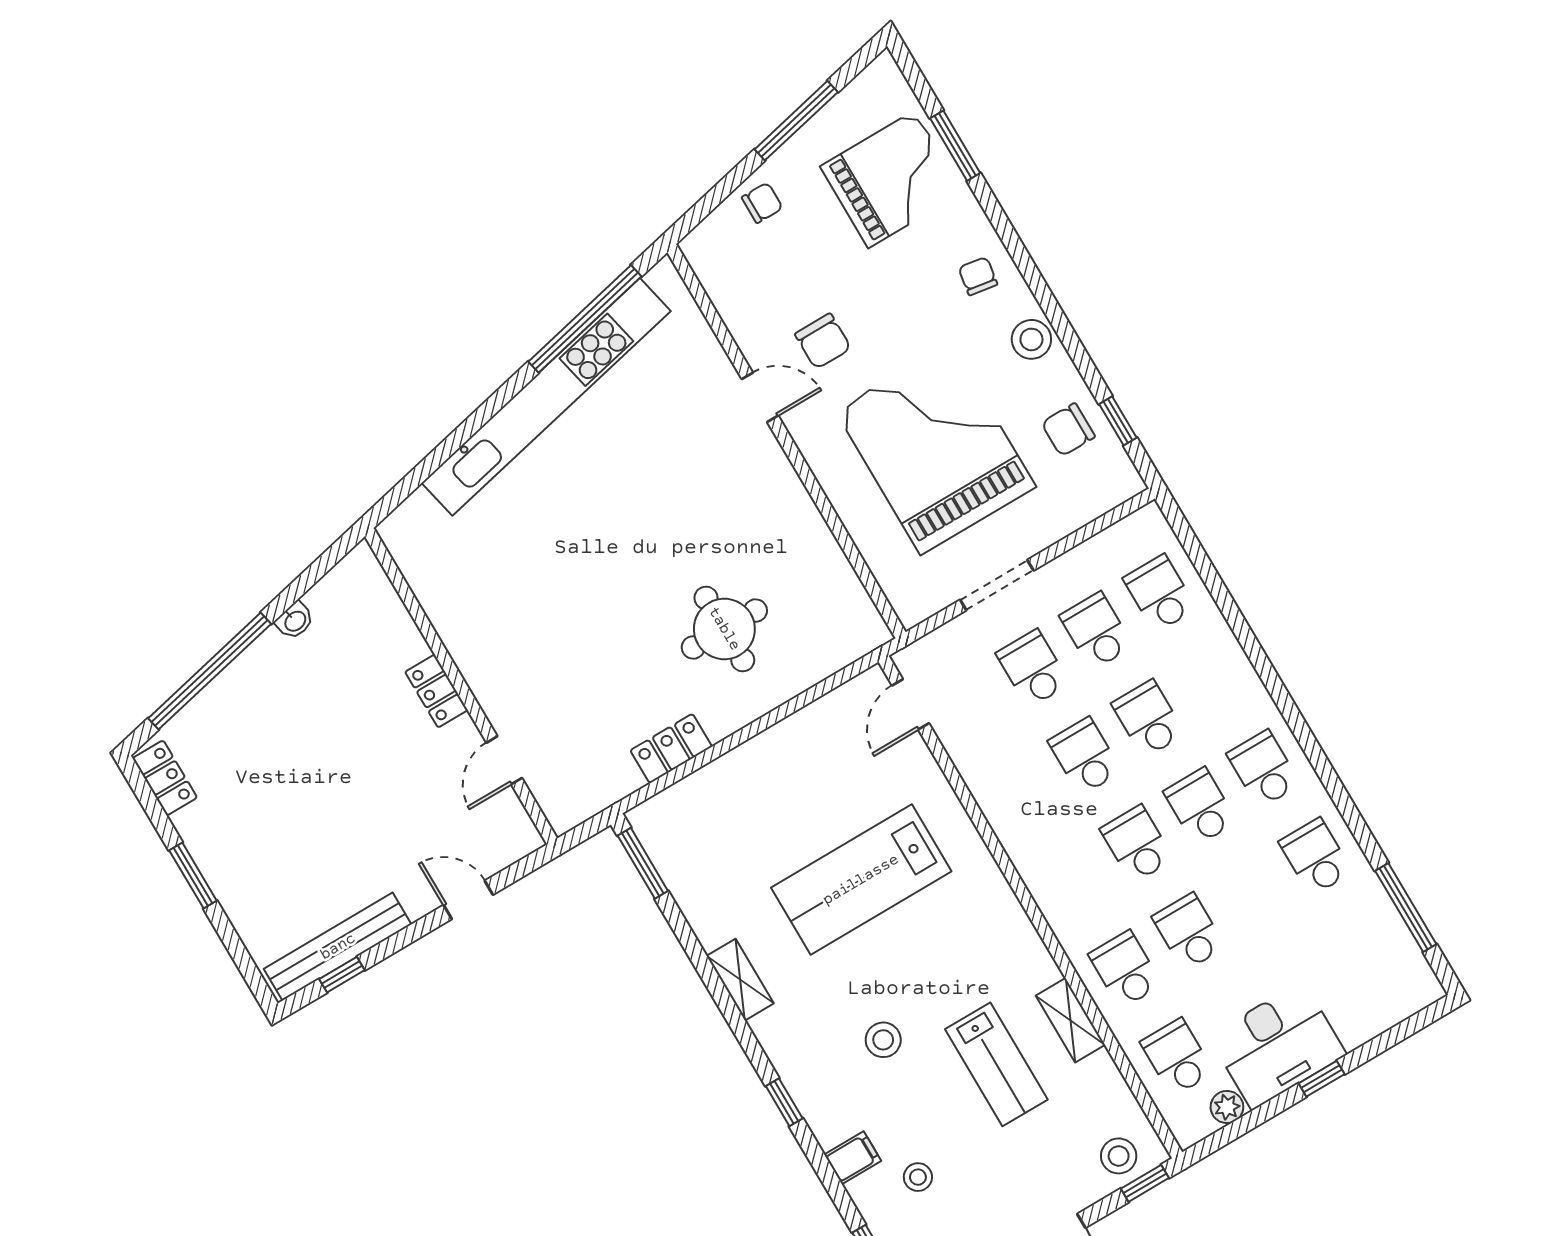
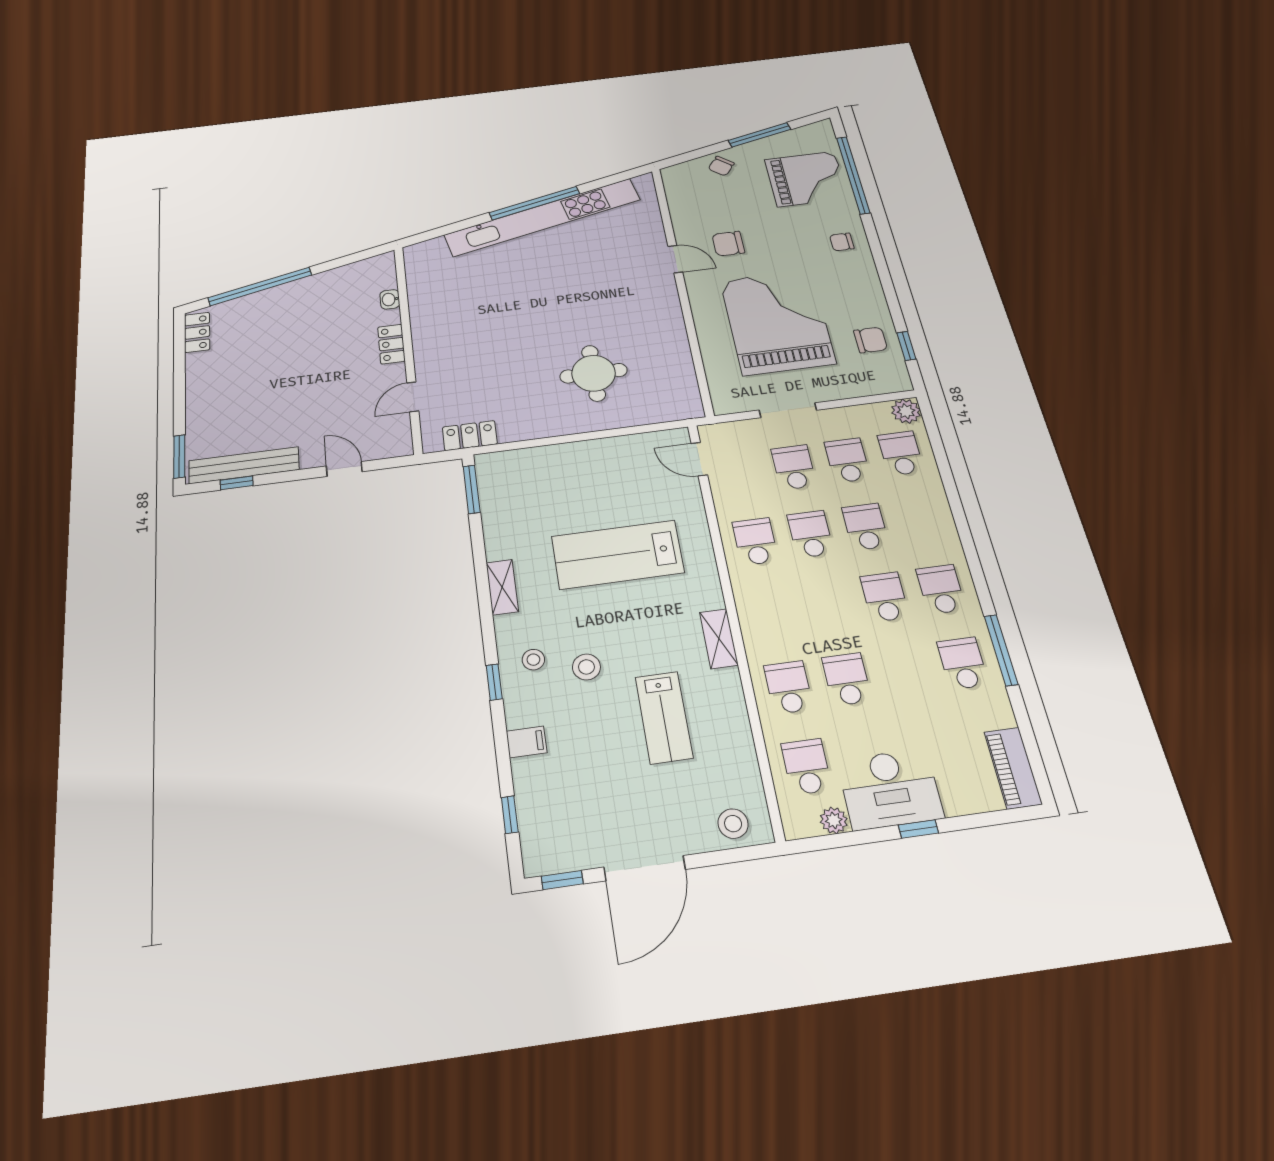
window: (955, 146) -> (853, 175), width x2.11
chair: (762, 203) -> (721, 166), turned 128
chair: (978, 276) -> (842, 242), turned -99
window: (585, 319) -> (535, 203), moved
stool: (1031, 339) -> (864, 285), removed
chair: (823, 341) -> (728, 244), turned 90
chair: (1068, 430) -> (870, 340), turned 180
plant: (1148, 526) -> (906, 411), added
washbasin: (295, 621) -> (390, 299), moved, turned 103
door: (911, 704) -> (699, 459), hinge flipped
locker: (671, 749) -> (470, 436), moved
school desk: (1137, 844) -> (755, 541), moved
window: (193, 876) -> (179, 456), moved
window: (1406, 908) -> (1001, 650), moved
piano: (1406, 964) -> (1013, 768), added
shelving: (1070, 1020) -> (719, 639), moved
stool: (918, 1177) -> (533, 660), moved
window: (1145, 1183) -> (746, 854), removed

